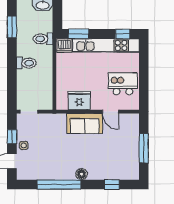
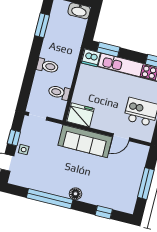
toilet: (43, 39) -> (59, 92), moved
fridge: (79, 101) -> (81, 115), moved
door: (110, 112) -> (121, 137), hinge flipped
sofa: (85, 124) -> (85, 141), width x1.36

